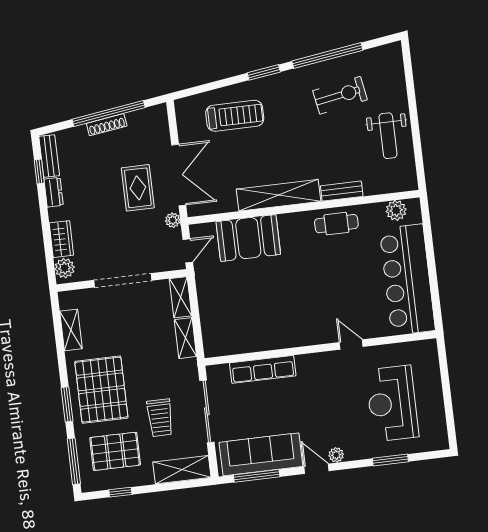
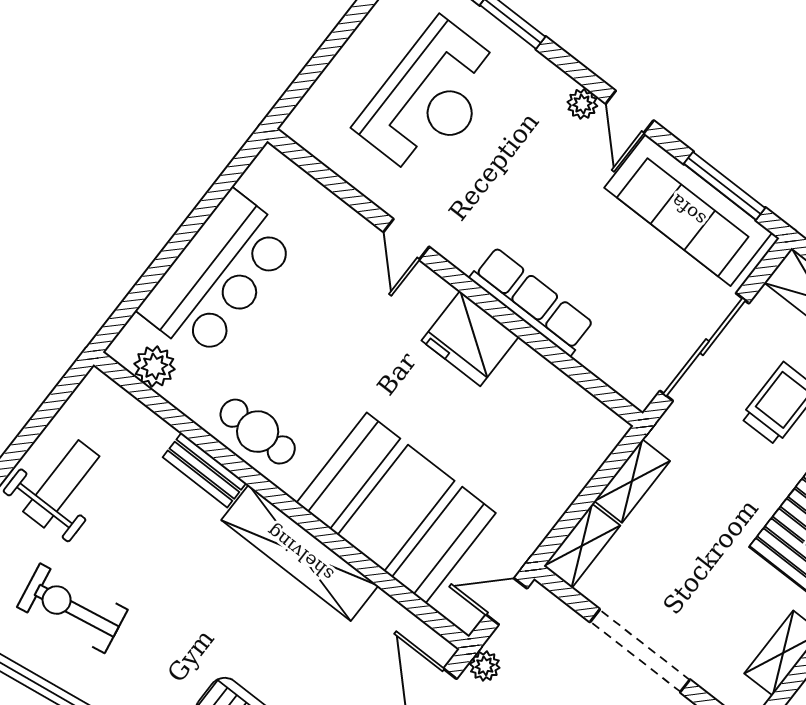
booth: (248, 238) -> (396, 508), width x1.36, depth x1.42
bar counter: (407, 280) -> (218, 275), width x0.73
fridge: (293, 332) -> (470, 339), added
row of seats: (263, 369) -> (532, 301), moved

